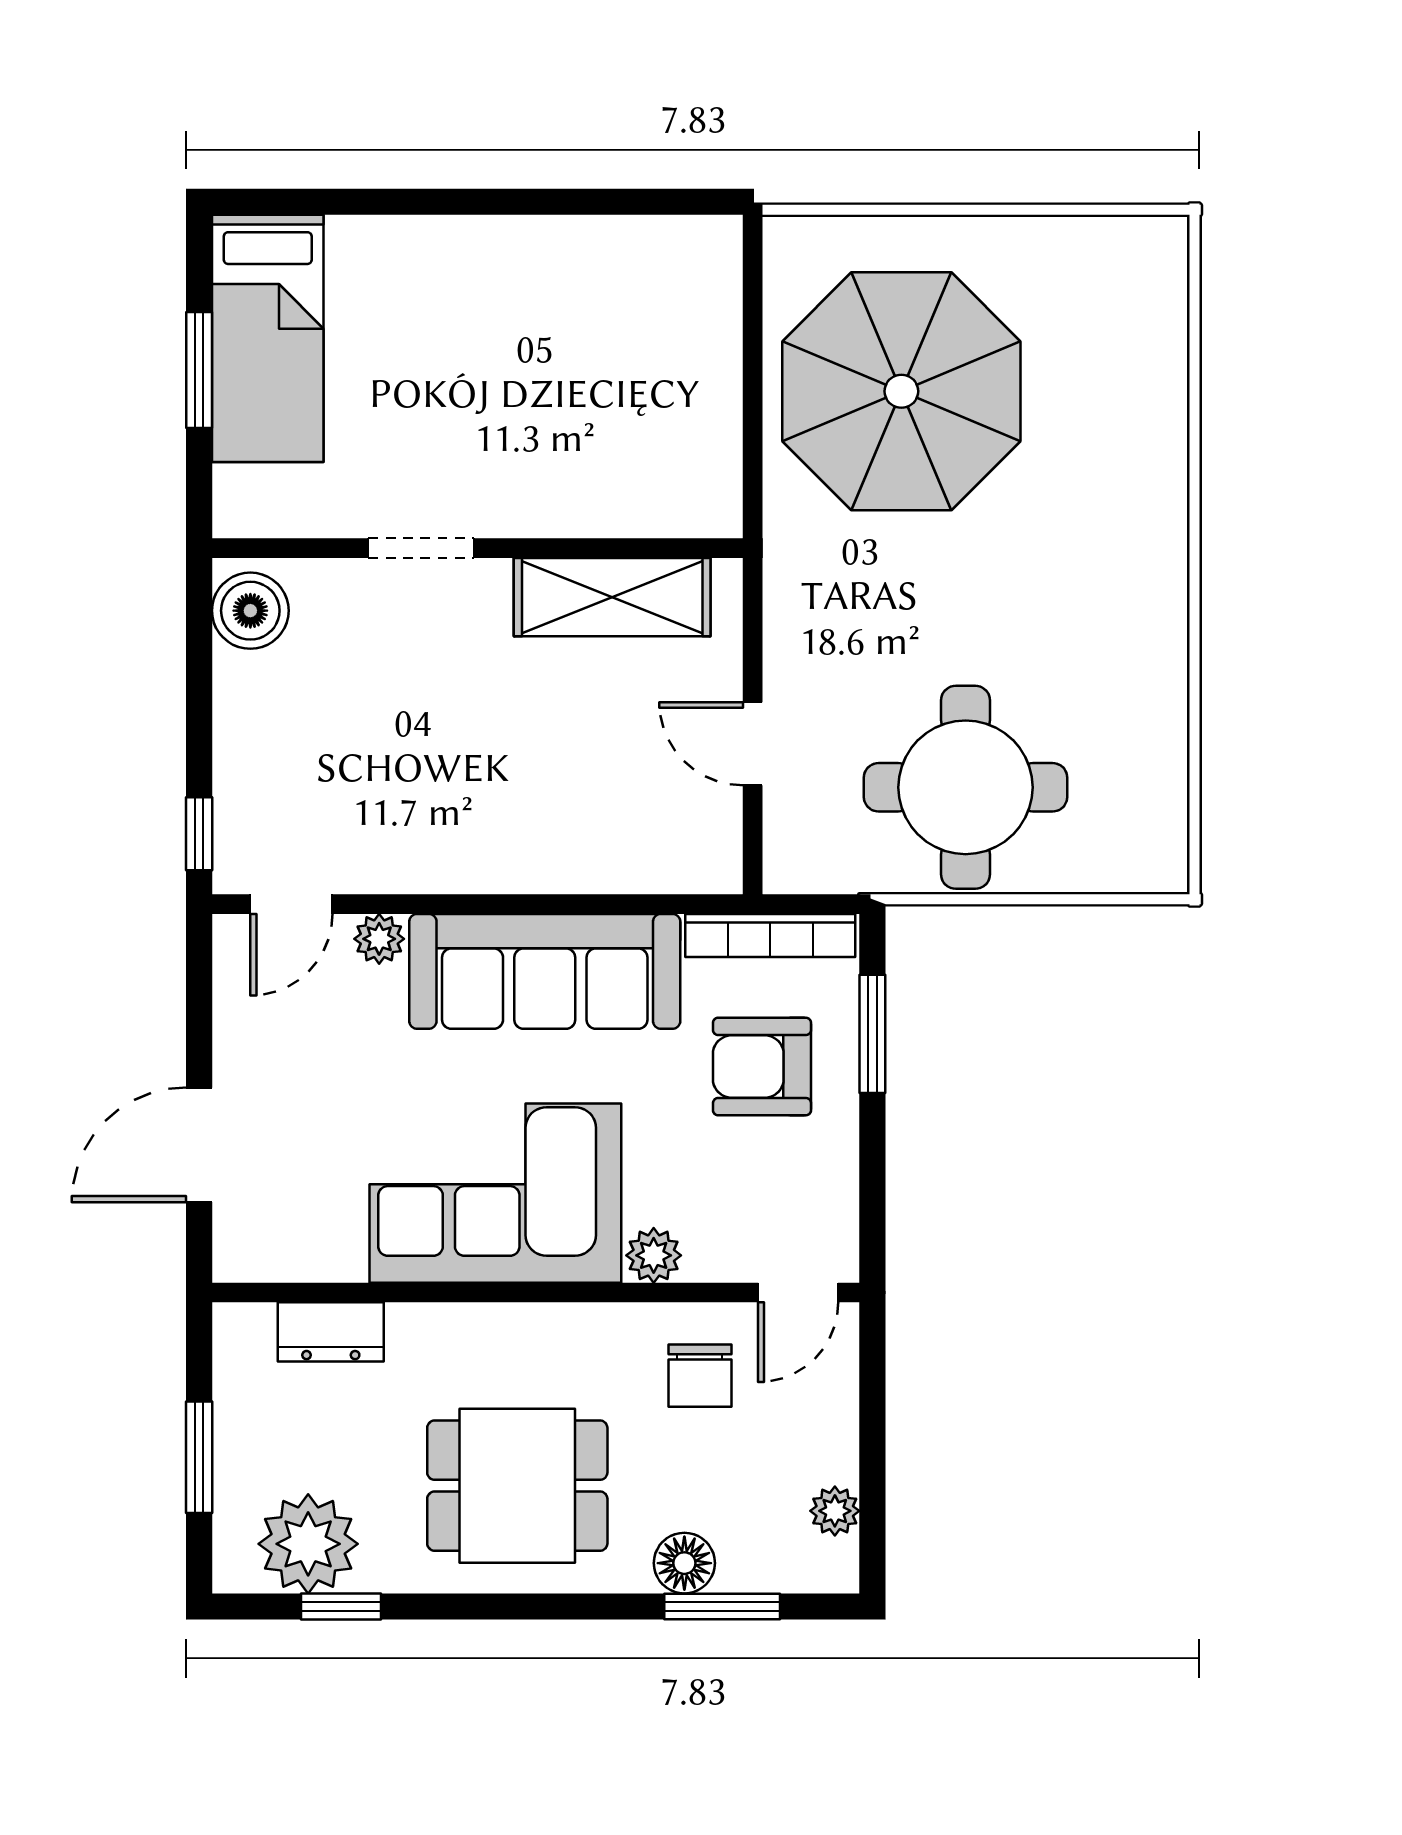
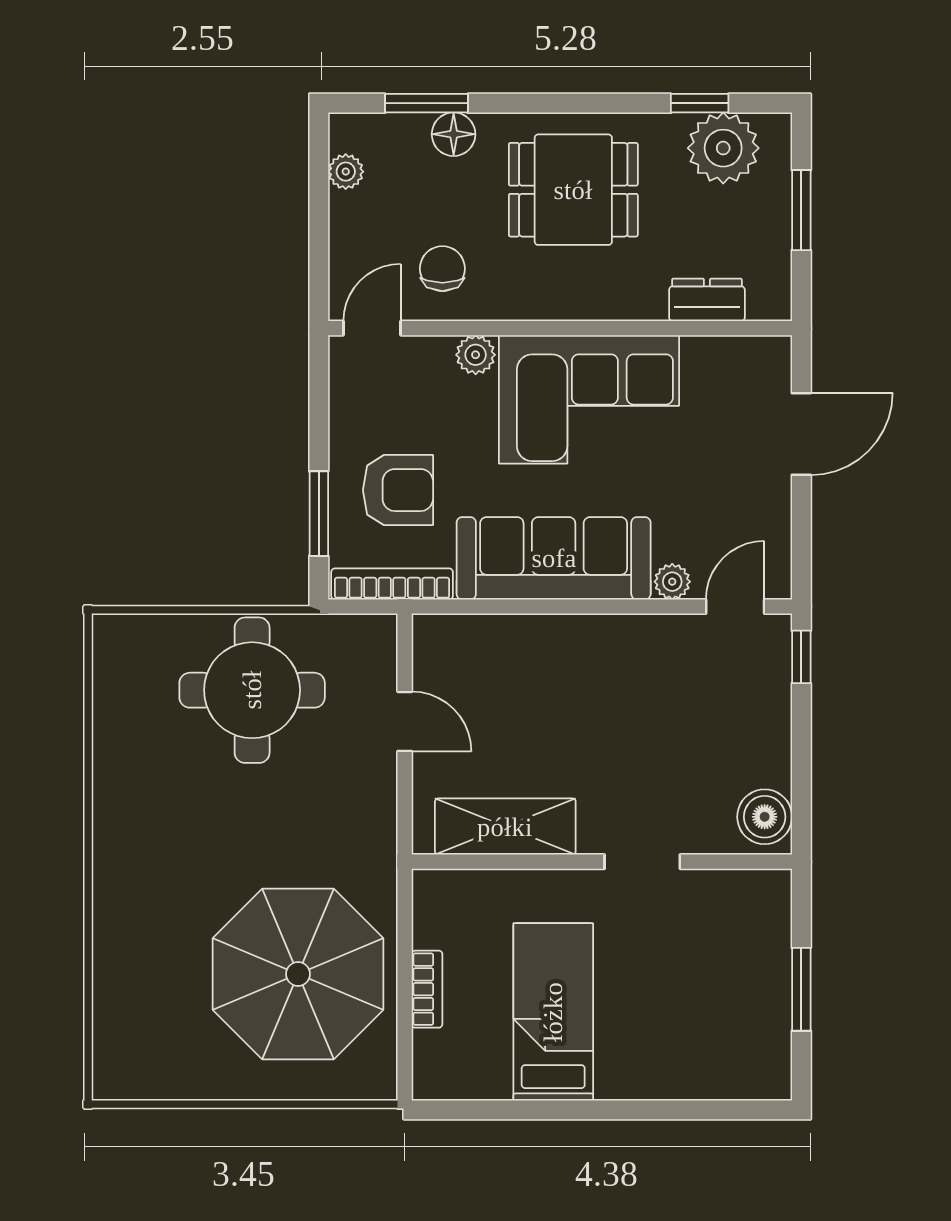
bed: (268, 338) -> (553, 1012), moved
bookcase: (721, 370) -> (427, 989), added

